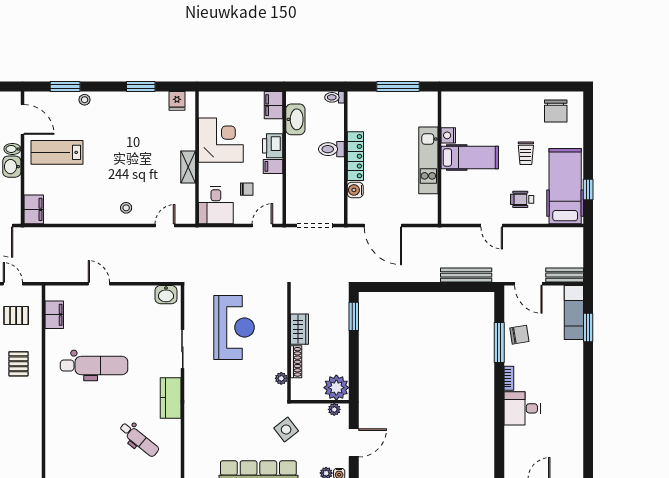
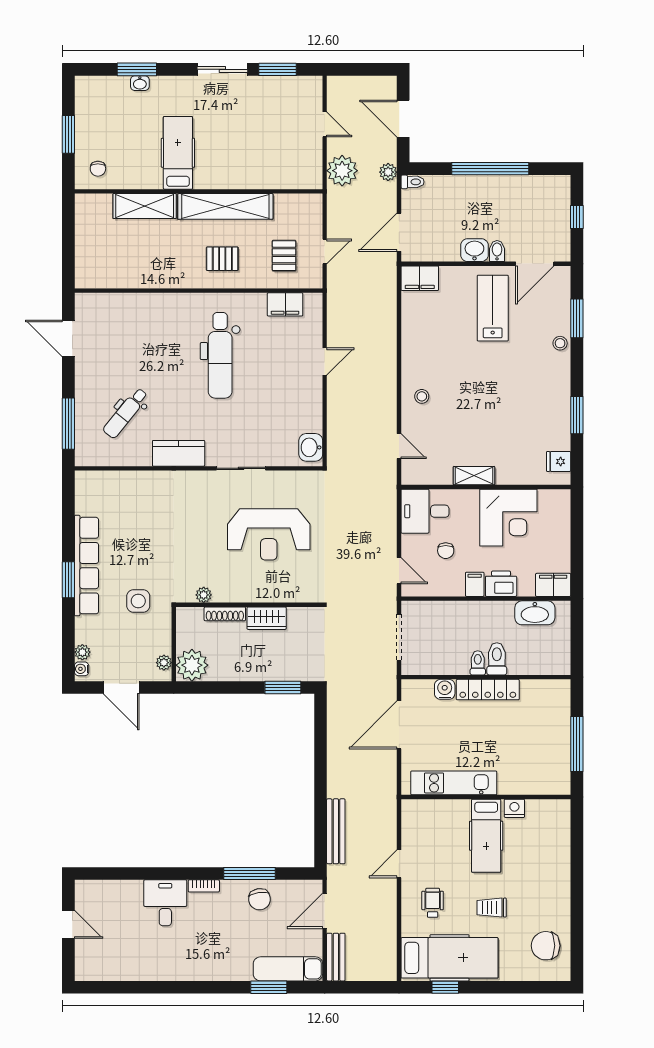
toilet: (334, 97) -> (478, 663), moved
kitchen unit: (428, 160) -> (454, 783), moved
side table: (286, 430) -> (138, 601), turned 38

